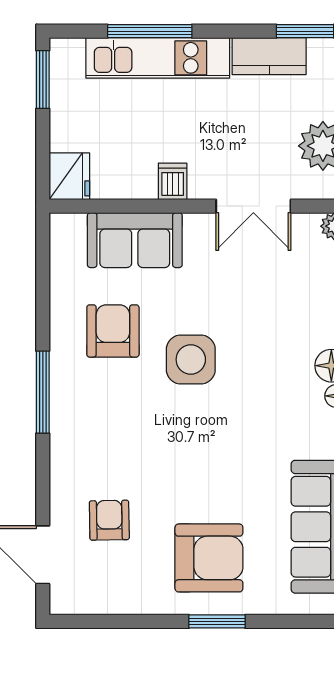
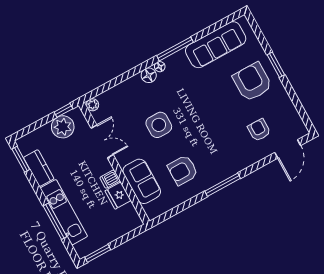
fridge: (69, 176) -> (118, 196), moved, turned -90
side table: (191, 359) -> (159, 125), moved
armchair: (109, 520) -> (259, 130), turned 91

